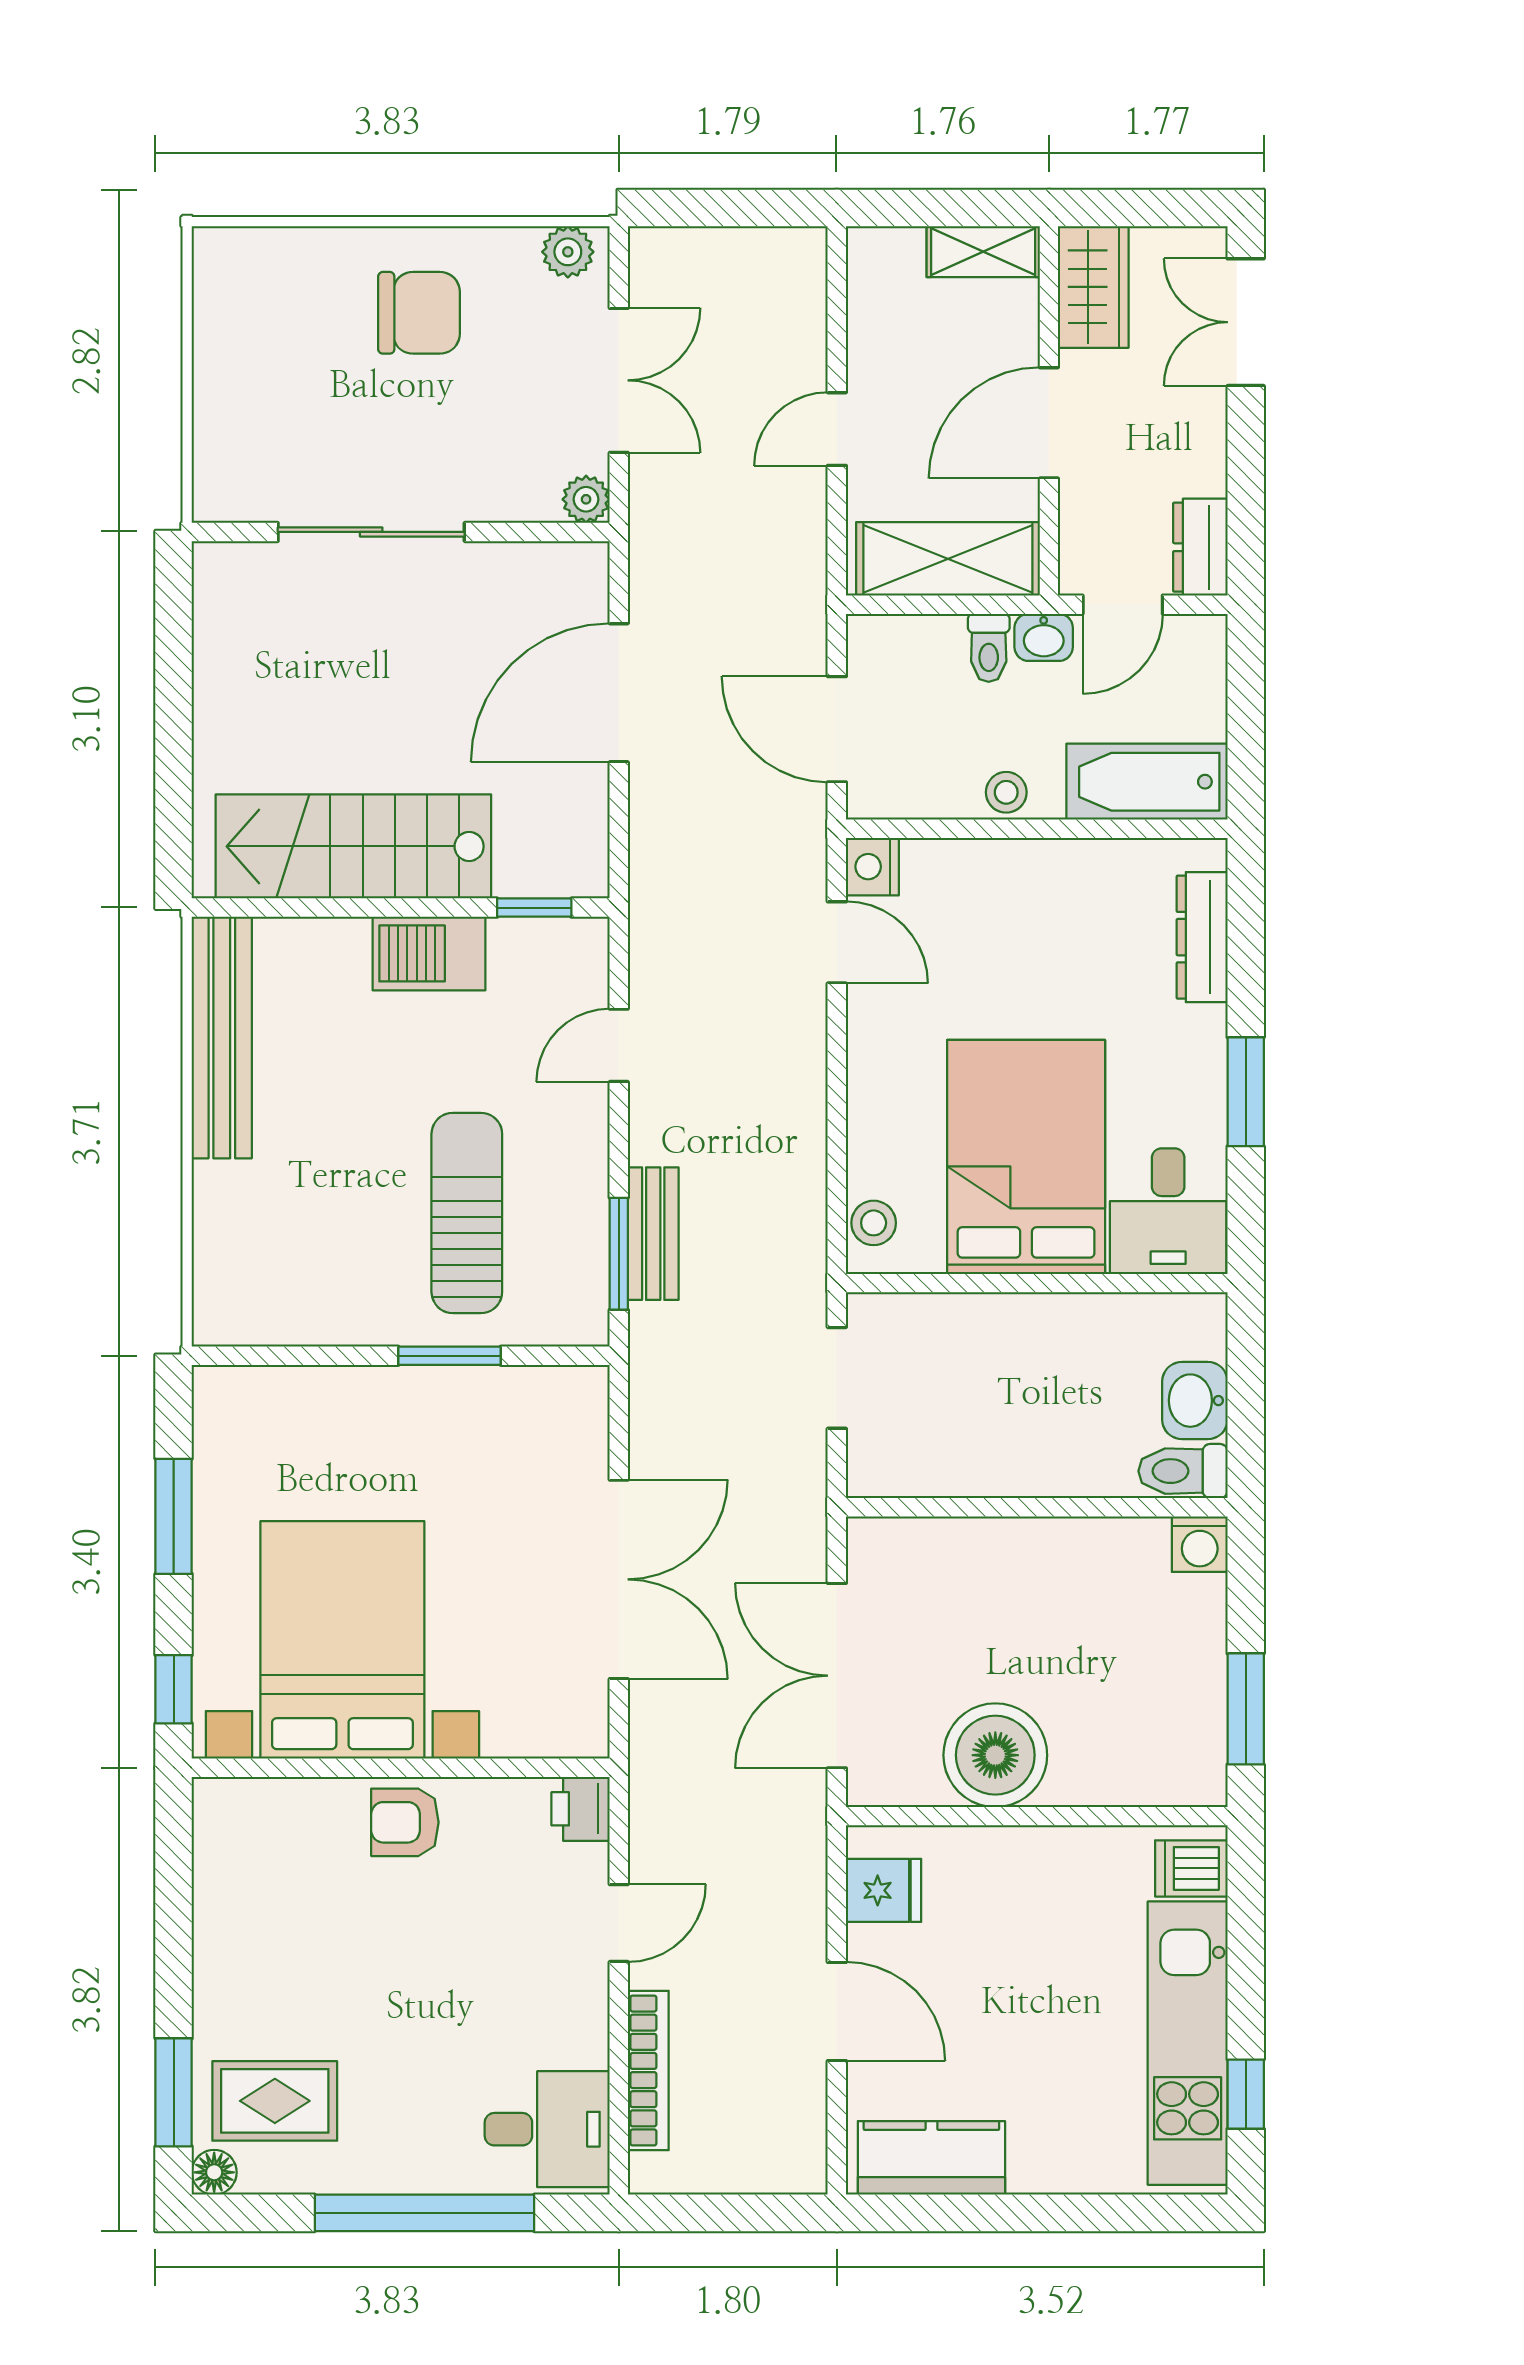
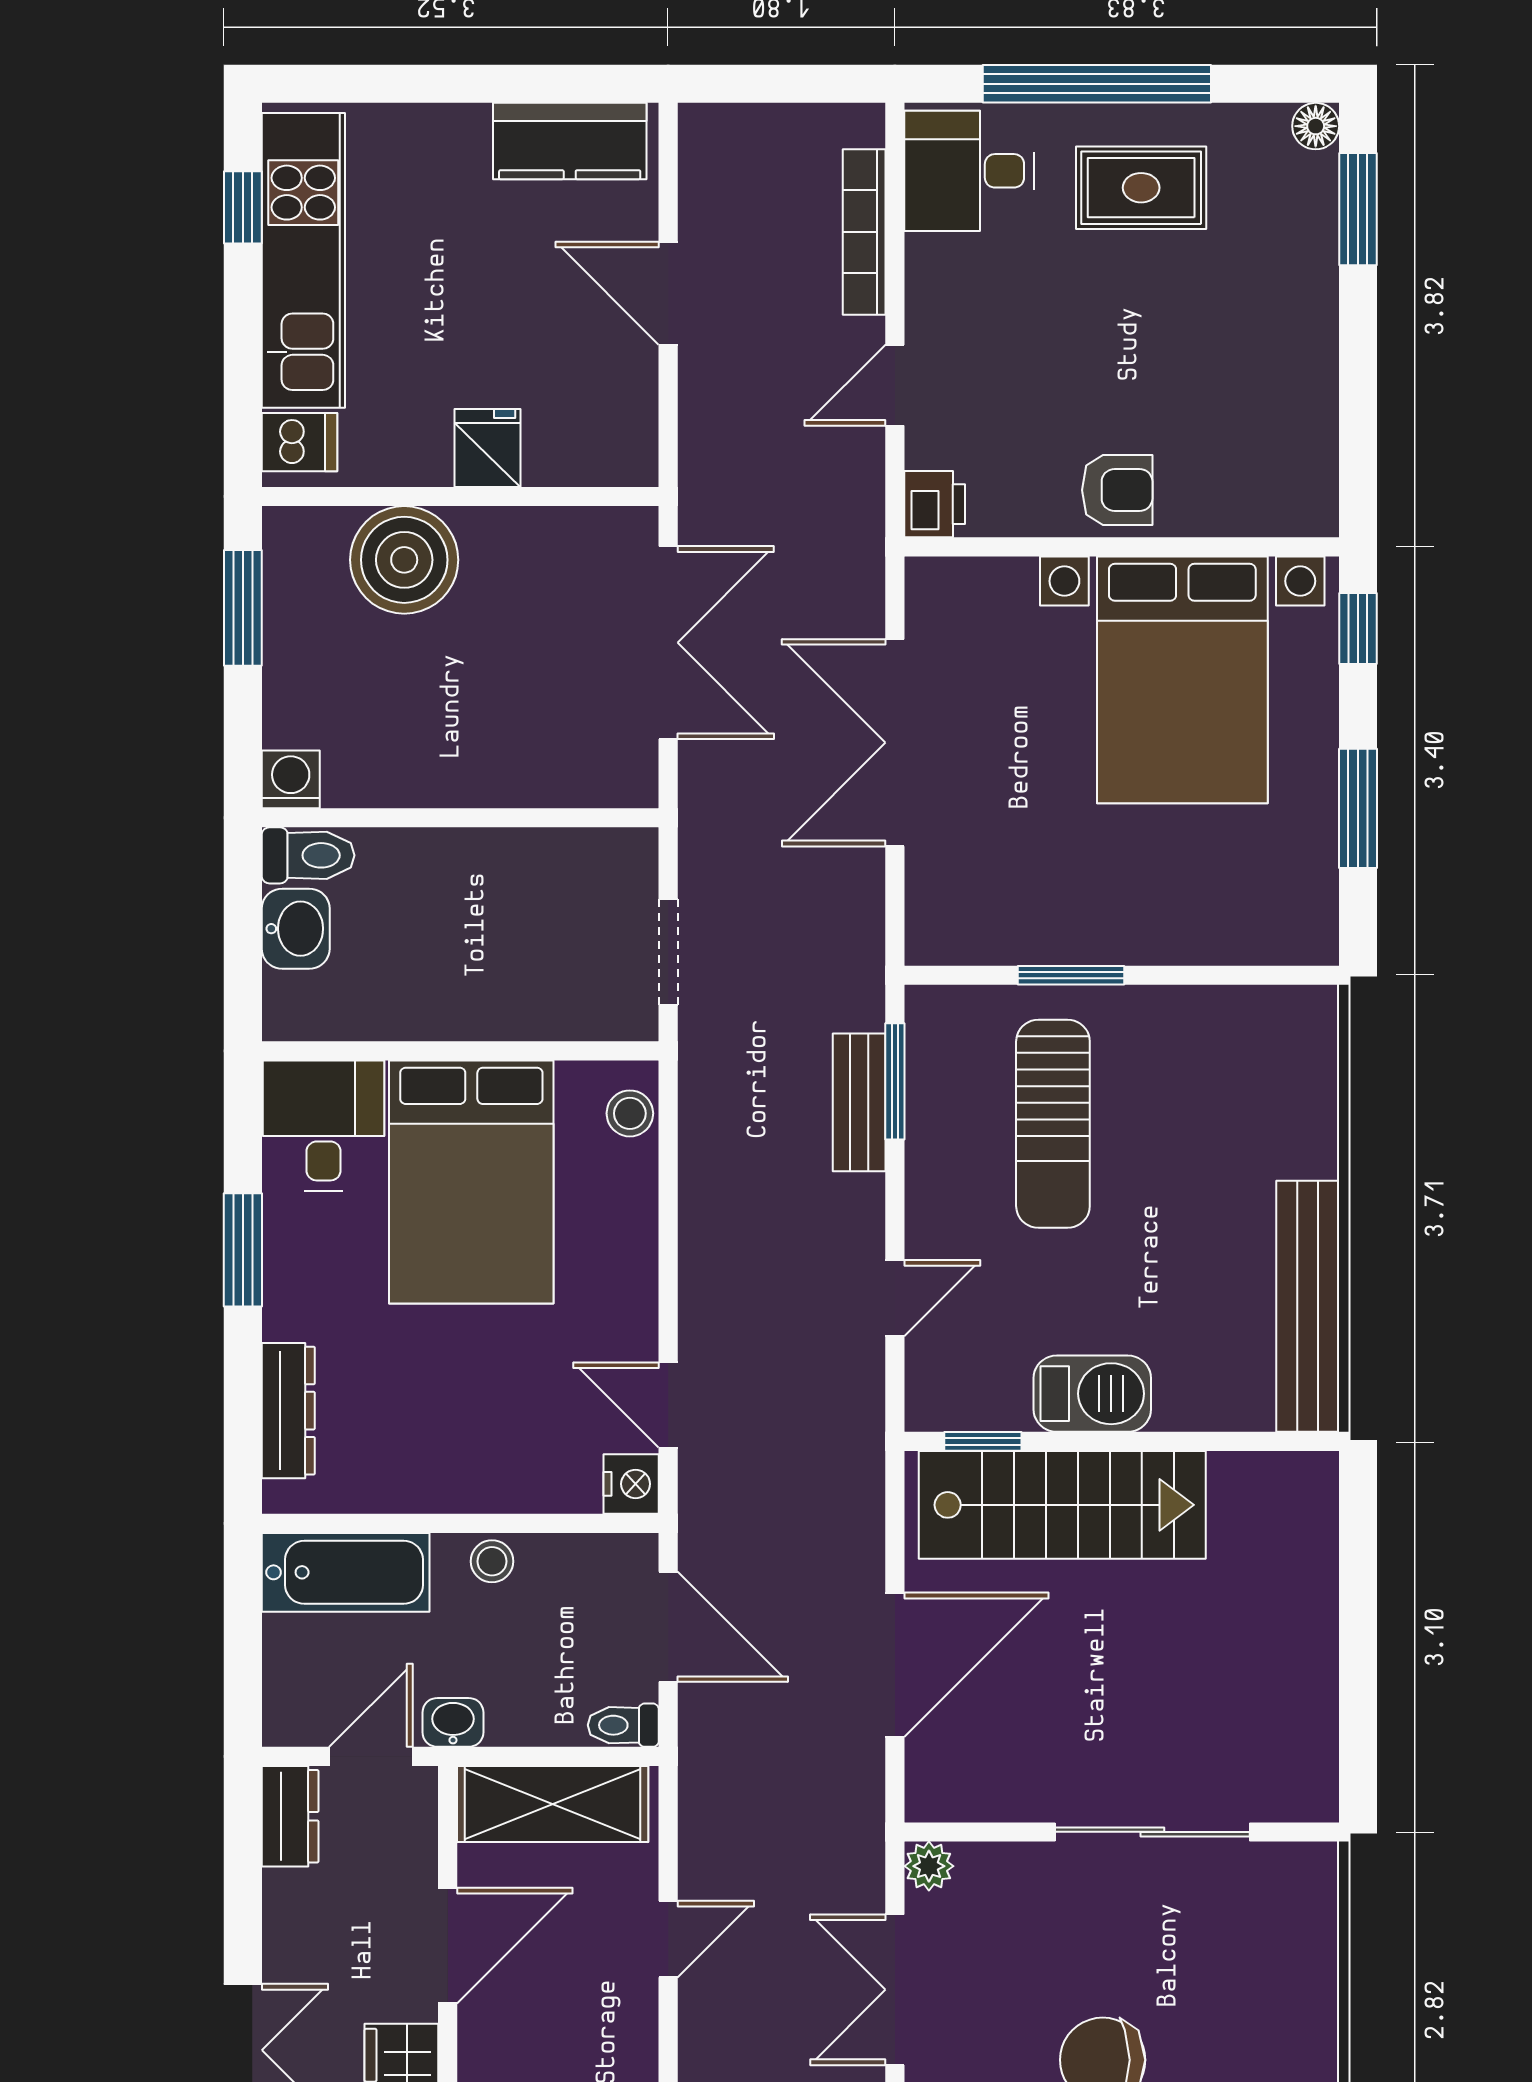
toilet: (989, 648) -> (623, 1725), moved, turned -90
stairs: (353, 846) -> (1062, 1505), moved
boiler: (995, 1755) -> (404, 560), moved
fridge: (884, 1890) -> (488, 448), moved, turned 90
rug: (275, 2101) -> (1141, 188), moved

